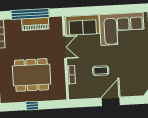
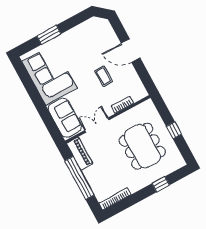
piano: (35, 24) -> (80, 154), moved

